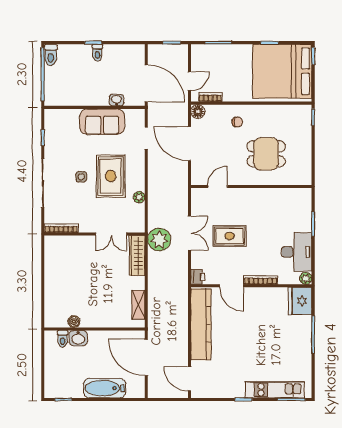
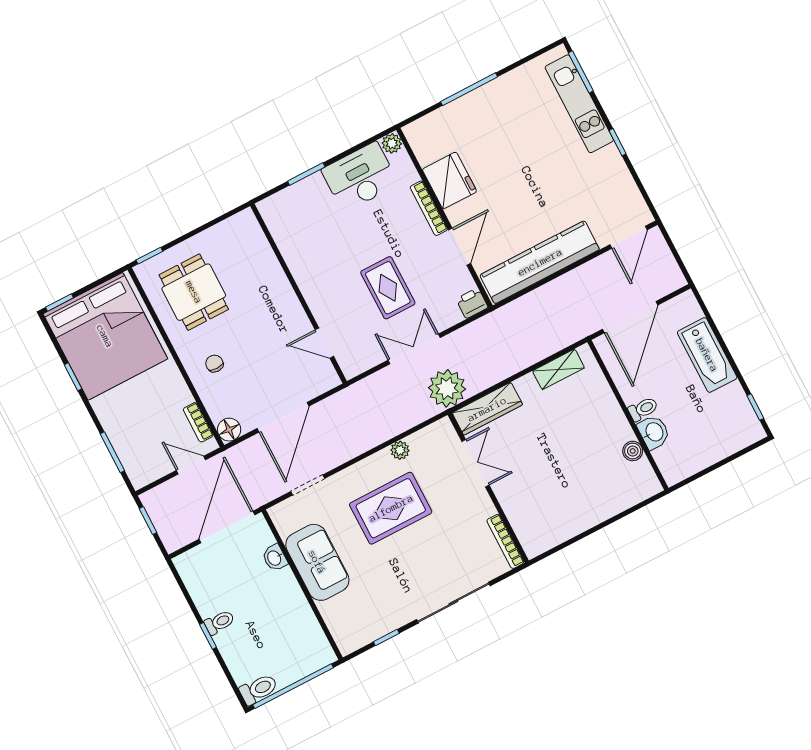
dining table: (266, 154) -> (194, 292), moved
side table: (81, 177) -> (414, 551), removed
fridge: (300, 301) -> (449, 180), moved, turned -90
toilet: (63, 339) -> (643, 409), moved

